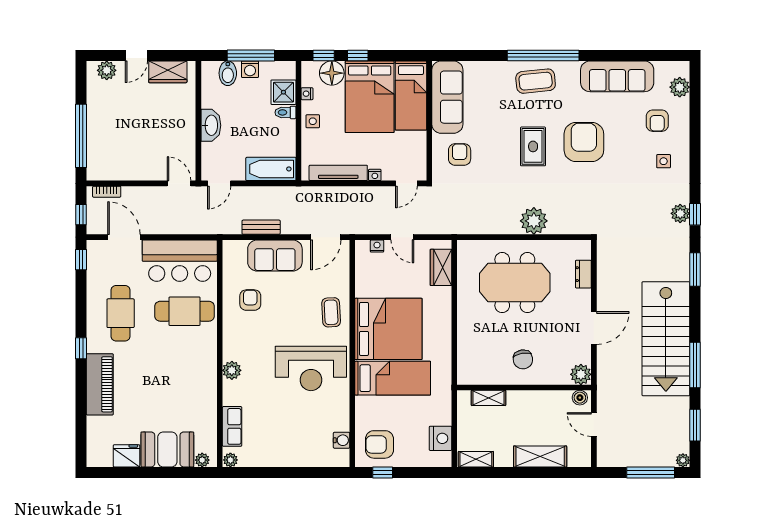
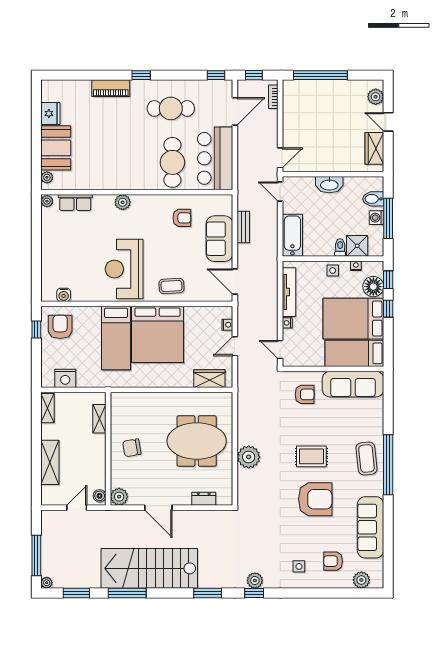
meeting table: (515, 283) -> (197, 441), turned 90
piano: (100, 384) -> (111, 88), width x0.73, depth x0.75

